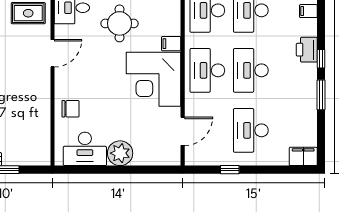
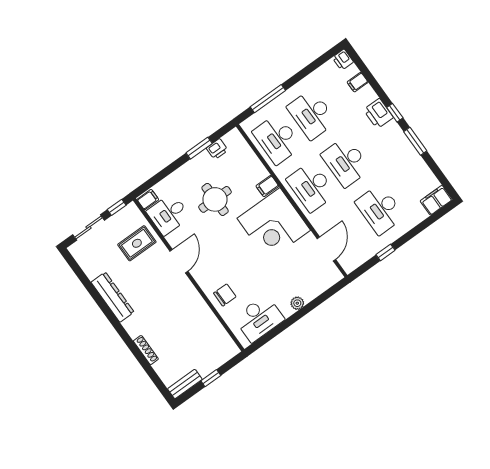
plant: (120, 153) -> (297, 303), width x0.53, depth x0.53

